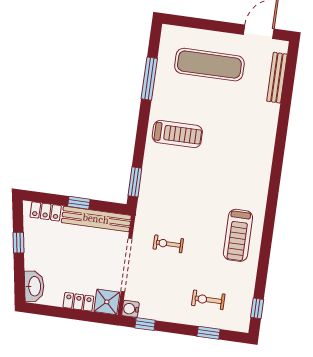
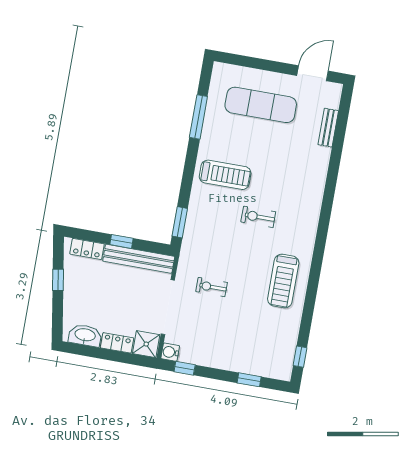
bench: (277, 78) -> (328, 128), width x0.73
washbasin: (34, 286) -> (85, 335), moved, turned -81
exercise bike: (208, 300) -> (258, 217), moved

